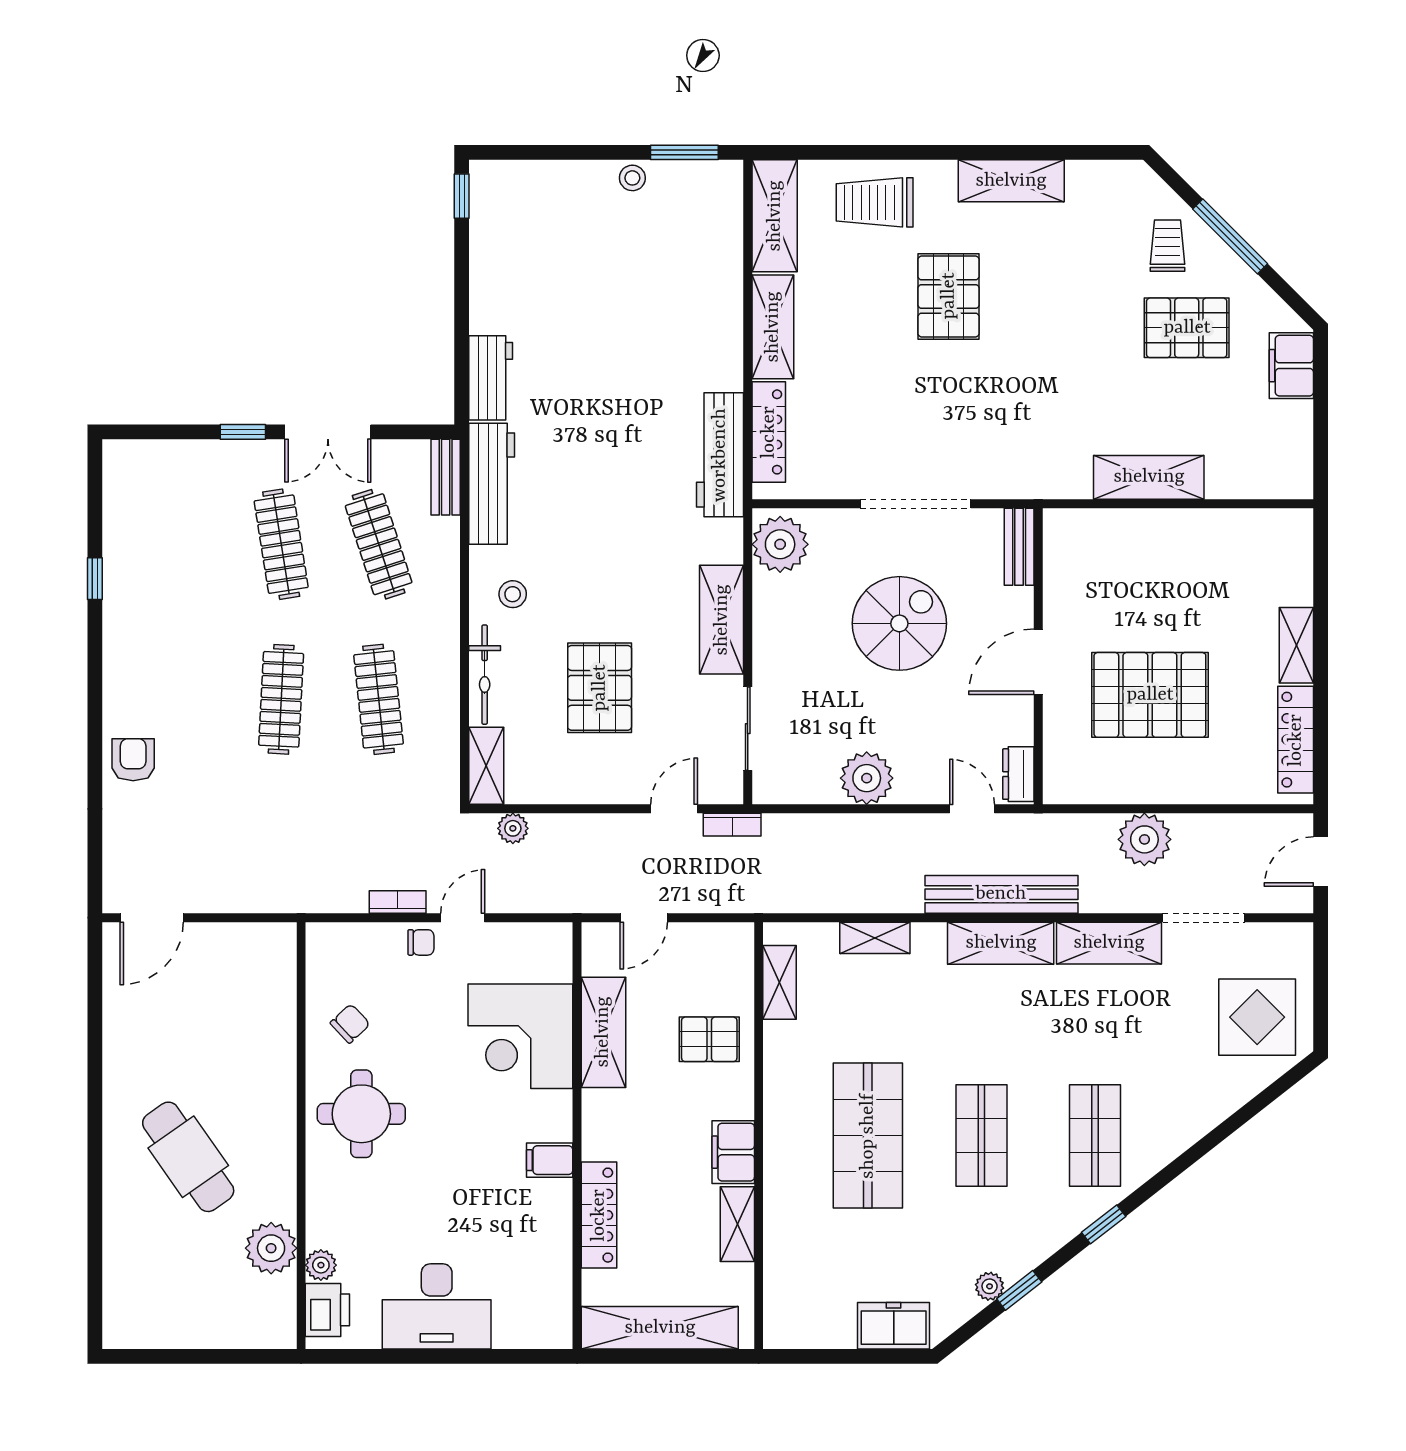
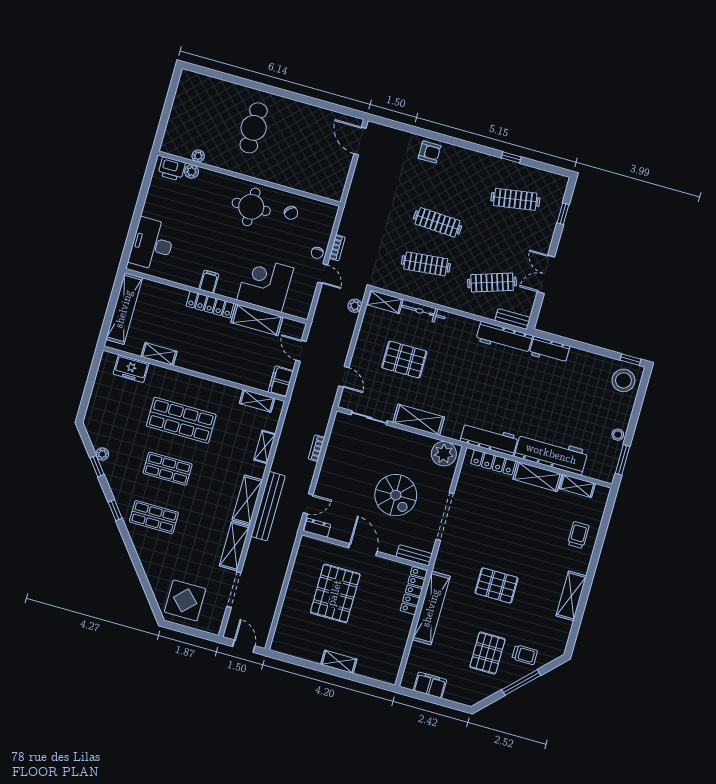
trolley: (875, 202) -> (578, 535), width x0.73, depth x0.72
shelving: (775, 216) -> (577, 486), width x0.67, depth x0.75
pallet: (949, 296) -> (496, 585), moved
workbench: (715, 311) -> (551, 454), added
filing cabinet: (1291, 366) -> (430, 685), moved
window: (243, 432) -> (563, 214), moved
shelving: (1149, 477) -> (431, 608), width x1.47
clothes rail: (281, 544) -> (515, 199), moved
stool: (513, 594) -> (623, 380), moved, width x1.89, depth x1.89
locker: (1296, 740) -> (414, 591), moved, turned -90
plant: (867, 778) -> (334, 463), removed
bookcase: (732, 825) -> (316, 448), moved
plant: (1144, 839) -> (274, 574), removed
pallet: (709, 1039) -> (241, 364), removed
filing cabinet: (733, 1152) -> (281, 381), moved, turned -90
cafe table: (188, 1157) -> (254, 128), turned -55
locker: (599, 1215) -> (210, 305), moved
plant: (271, 1248) -> (198, 156), width x0.53, depth x0.53
desk: (437, 1306) -> (152, 244), moved
freezer: (894, 1326) -> (131, 369), moved, turned 90

